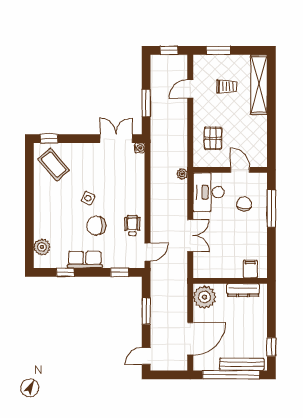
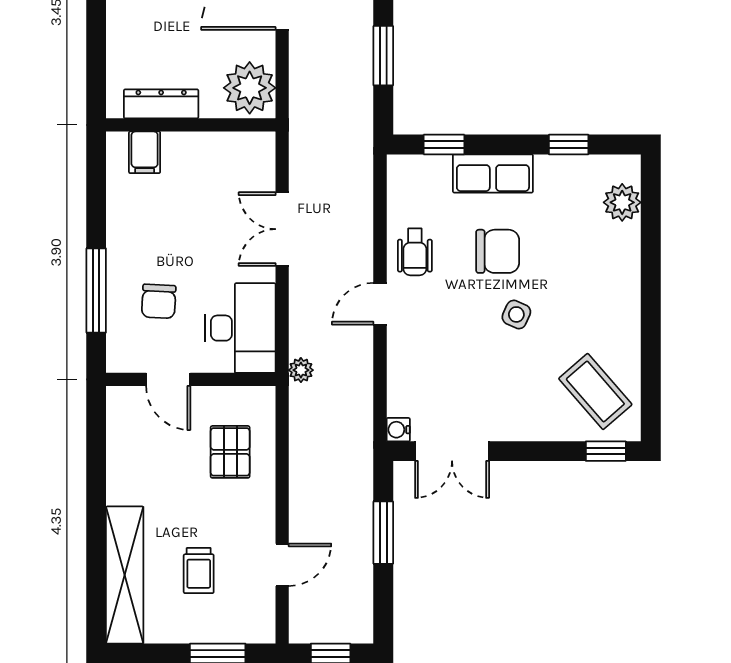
trolley: (227, 86) -> (199, 571), turned -90
door: (148, 252) -> (380, 304), moved
row of seats: (85, 260) -> (493, 173), moved

